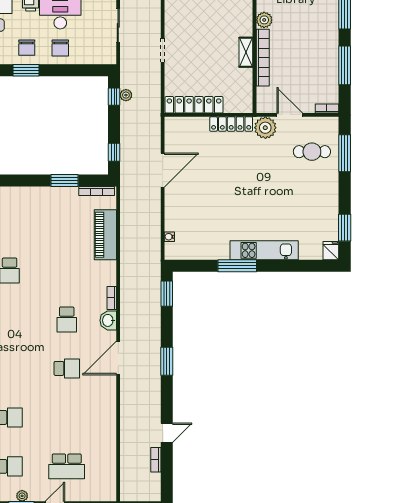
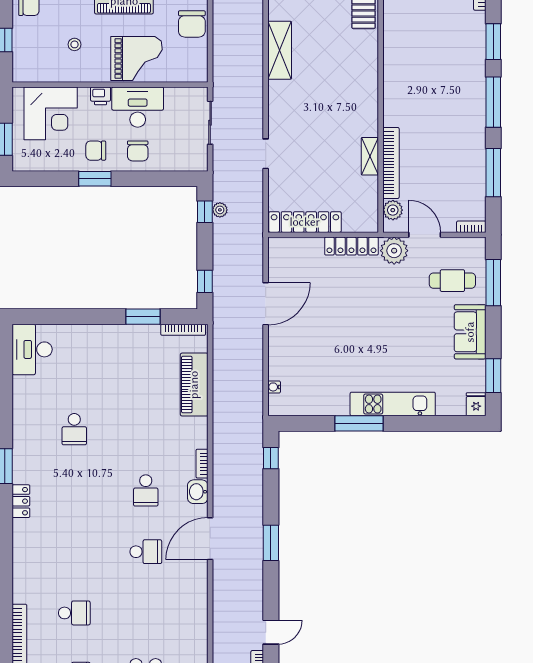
plant: (264, 20) -> (393, 210), moved
chair: (27, 48) -> (96, 151), turned 90
sofa: (326, 193) -> (470, 332), added
window: (167, 294) -> (271, 458), width x0.67

